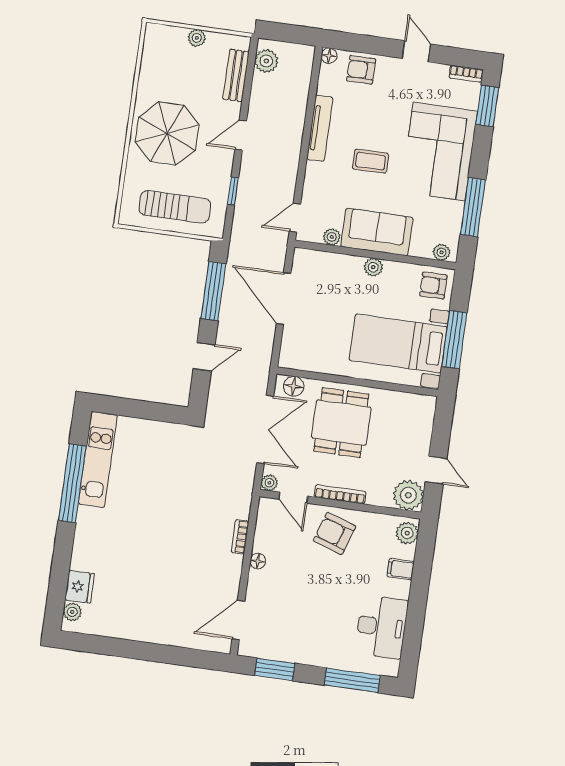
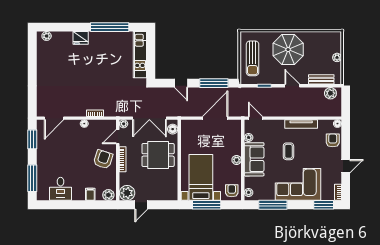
kitchen unit: (98, 459) -> (140, 55), moved, turned 90
fridge: (80, 587) -> (81, 38), moved
door: (238, 620) -> (54, 118), swing flipped
desk: (382, 627) -> (61, 189), width x0.73

